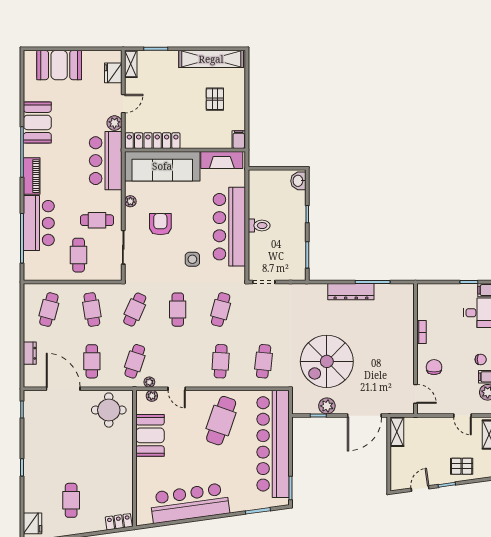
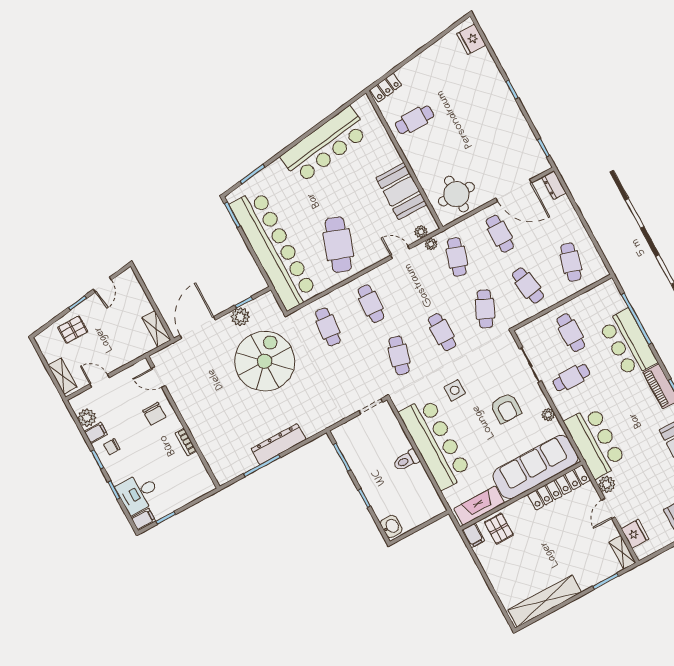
pallet: (215, 99) -> (499, 529), moved
dresser: (30, 353) -> (554, 185), moved
cafe table: (71, 500) -> (415, 120), moved, turned 90

